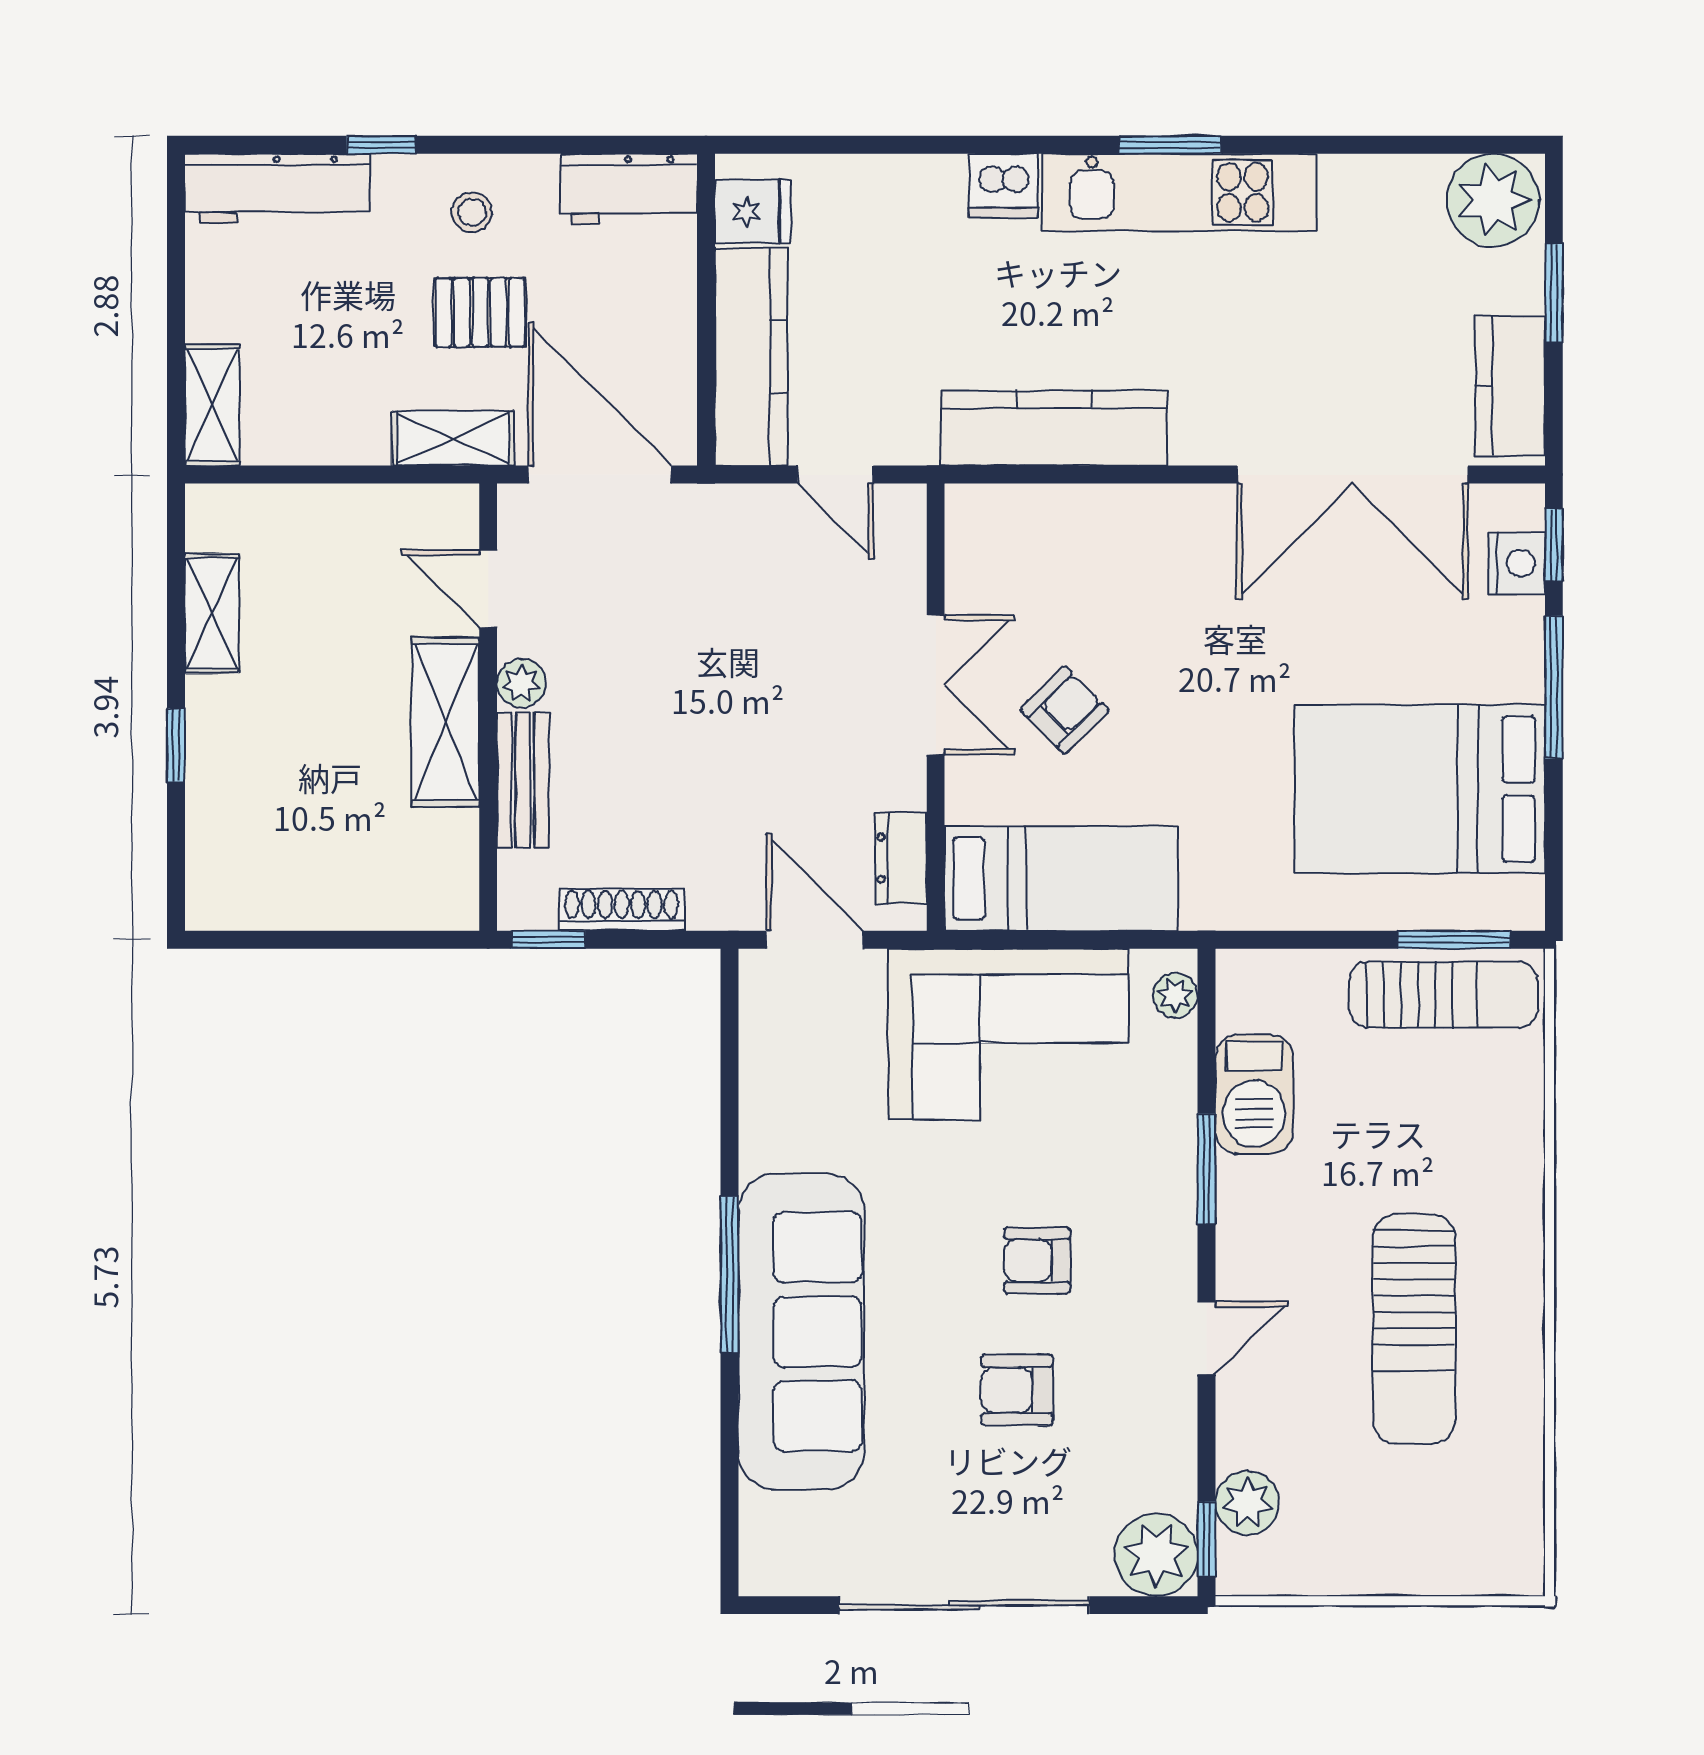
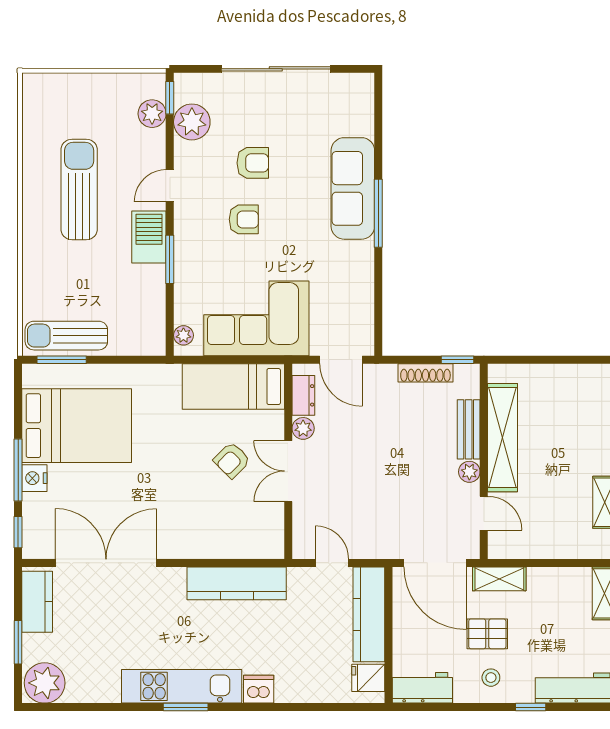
nightstand: (1517, 563) -> (34, 478), moved
shelving: (445, 722) -> (502, 438), width x1.47
plant: (902, 782) -> (303, 428), added
barbecue: (1254, 1094) -> (149, 237), moved
sofa: (801, 1332) -> (353, 188), width x0.74, depth x0.79
plant: (1156, 1555) -> (192, 122), moved

